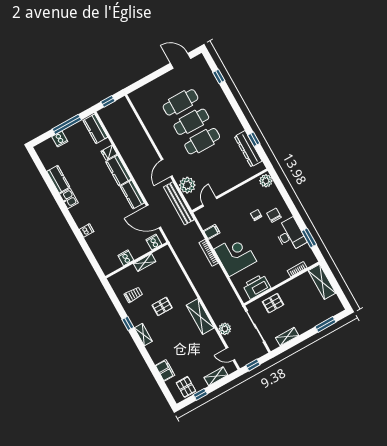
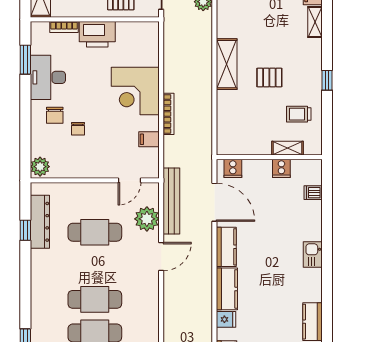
cafe table: (202, 141) -> (95, 232), moved
kitchen sink: (69, 199) -> (313, 254), moved
dishwasher: (87, 230) -> (313, 193), moved
shelving: (145, 263) -> (287, 148), moved
printer: (257, 286) -> (97, 34), moved
shelving: (200, 316) -> (227, 64), moved
shelving: (143, 335) -> (315, 22), moved

